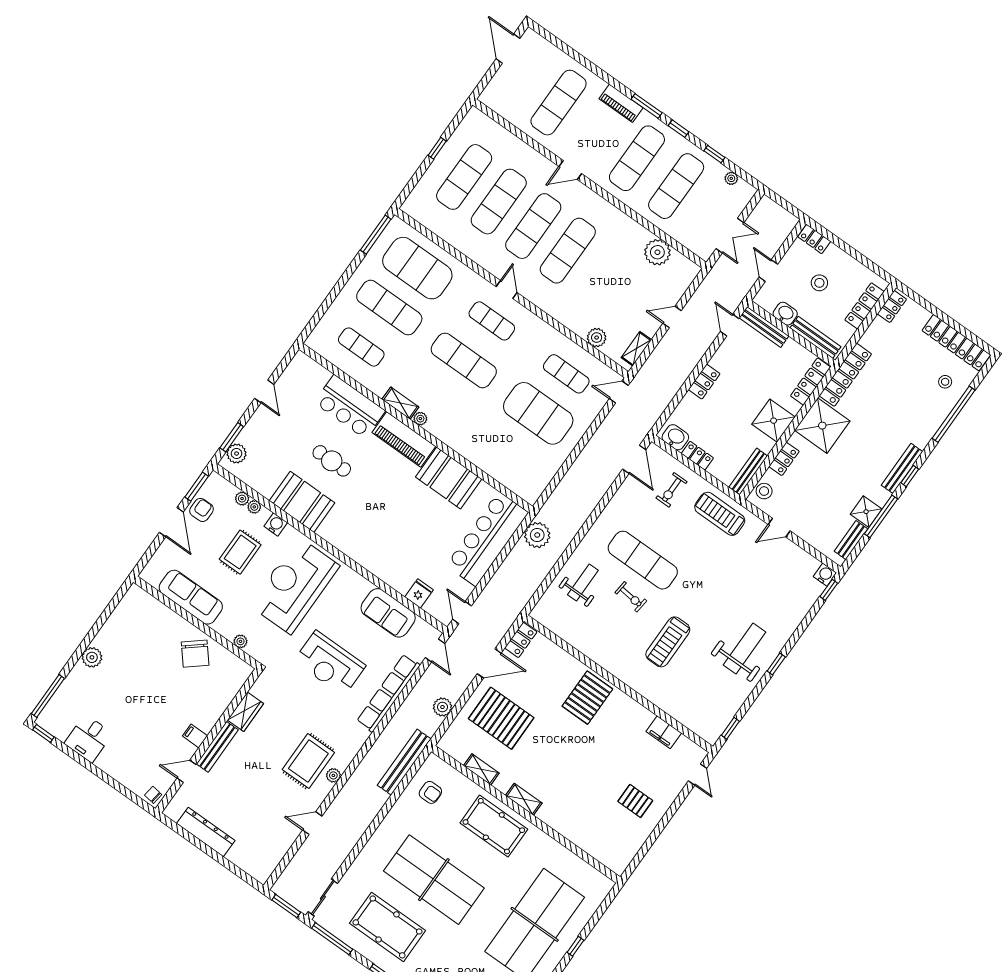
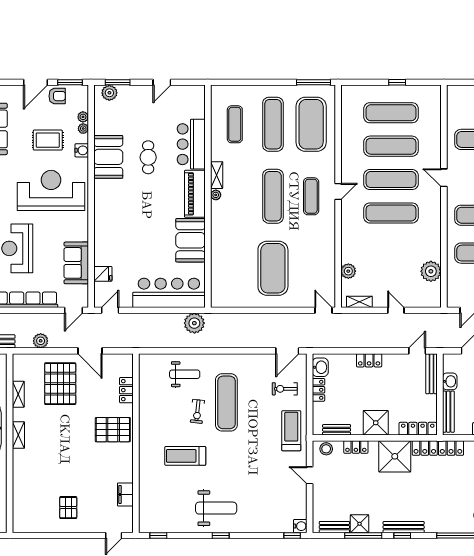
exercise mat: (566, 374) -> (311, 268), removed
bench: (748, 471) -> (337, 430), width x0.73
locker: (521, 640) -> (126, 390), moved, turned 90

